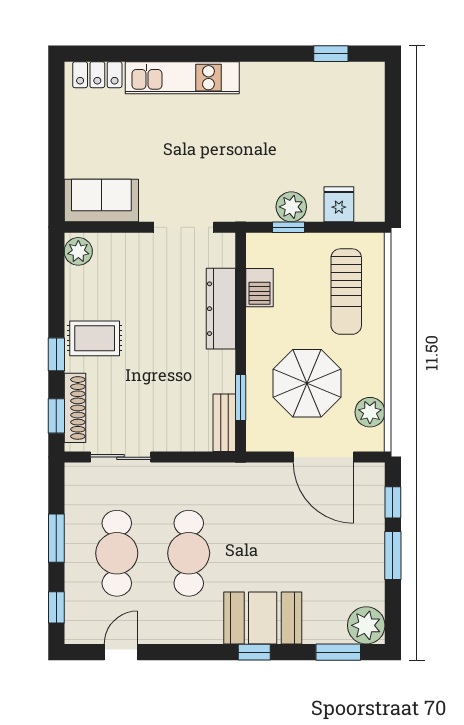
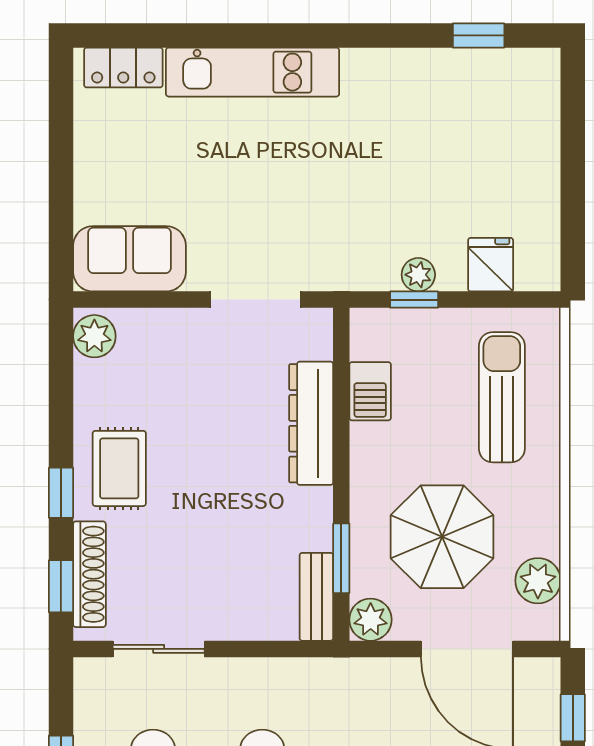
plant: (291, 207) -> (418, 275), width x0.73, depth x0.73
sun lounger: (346, 292) -> (502, 397), turned 180
rug: (95, 338) -> (119, 468), turned 90
plant: (260, 438) -> (371, 620), added

